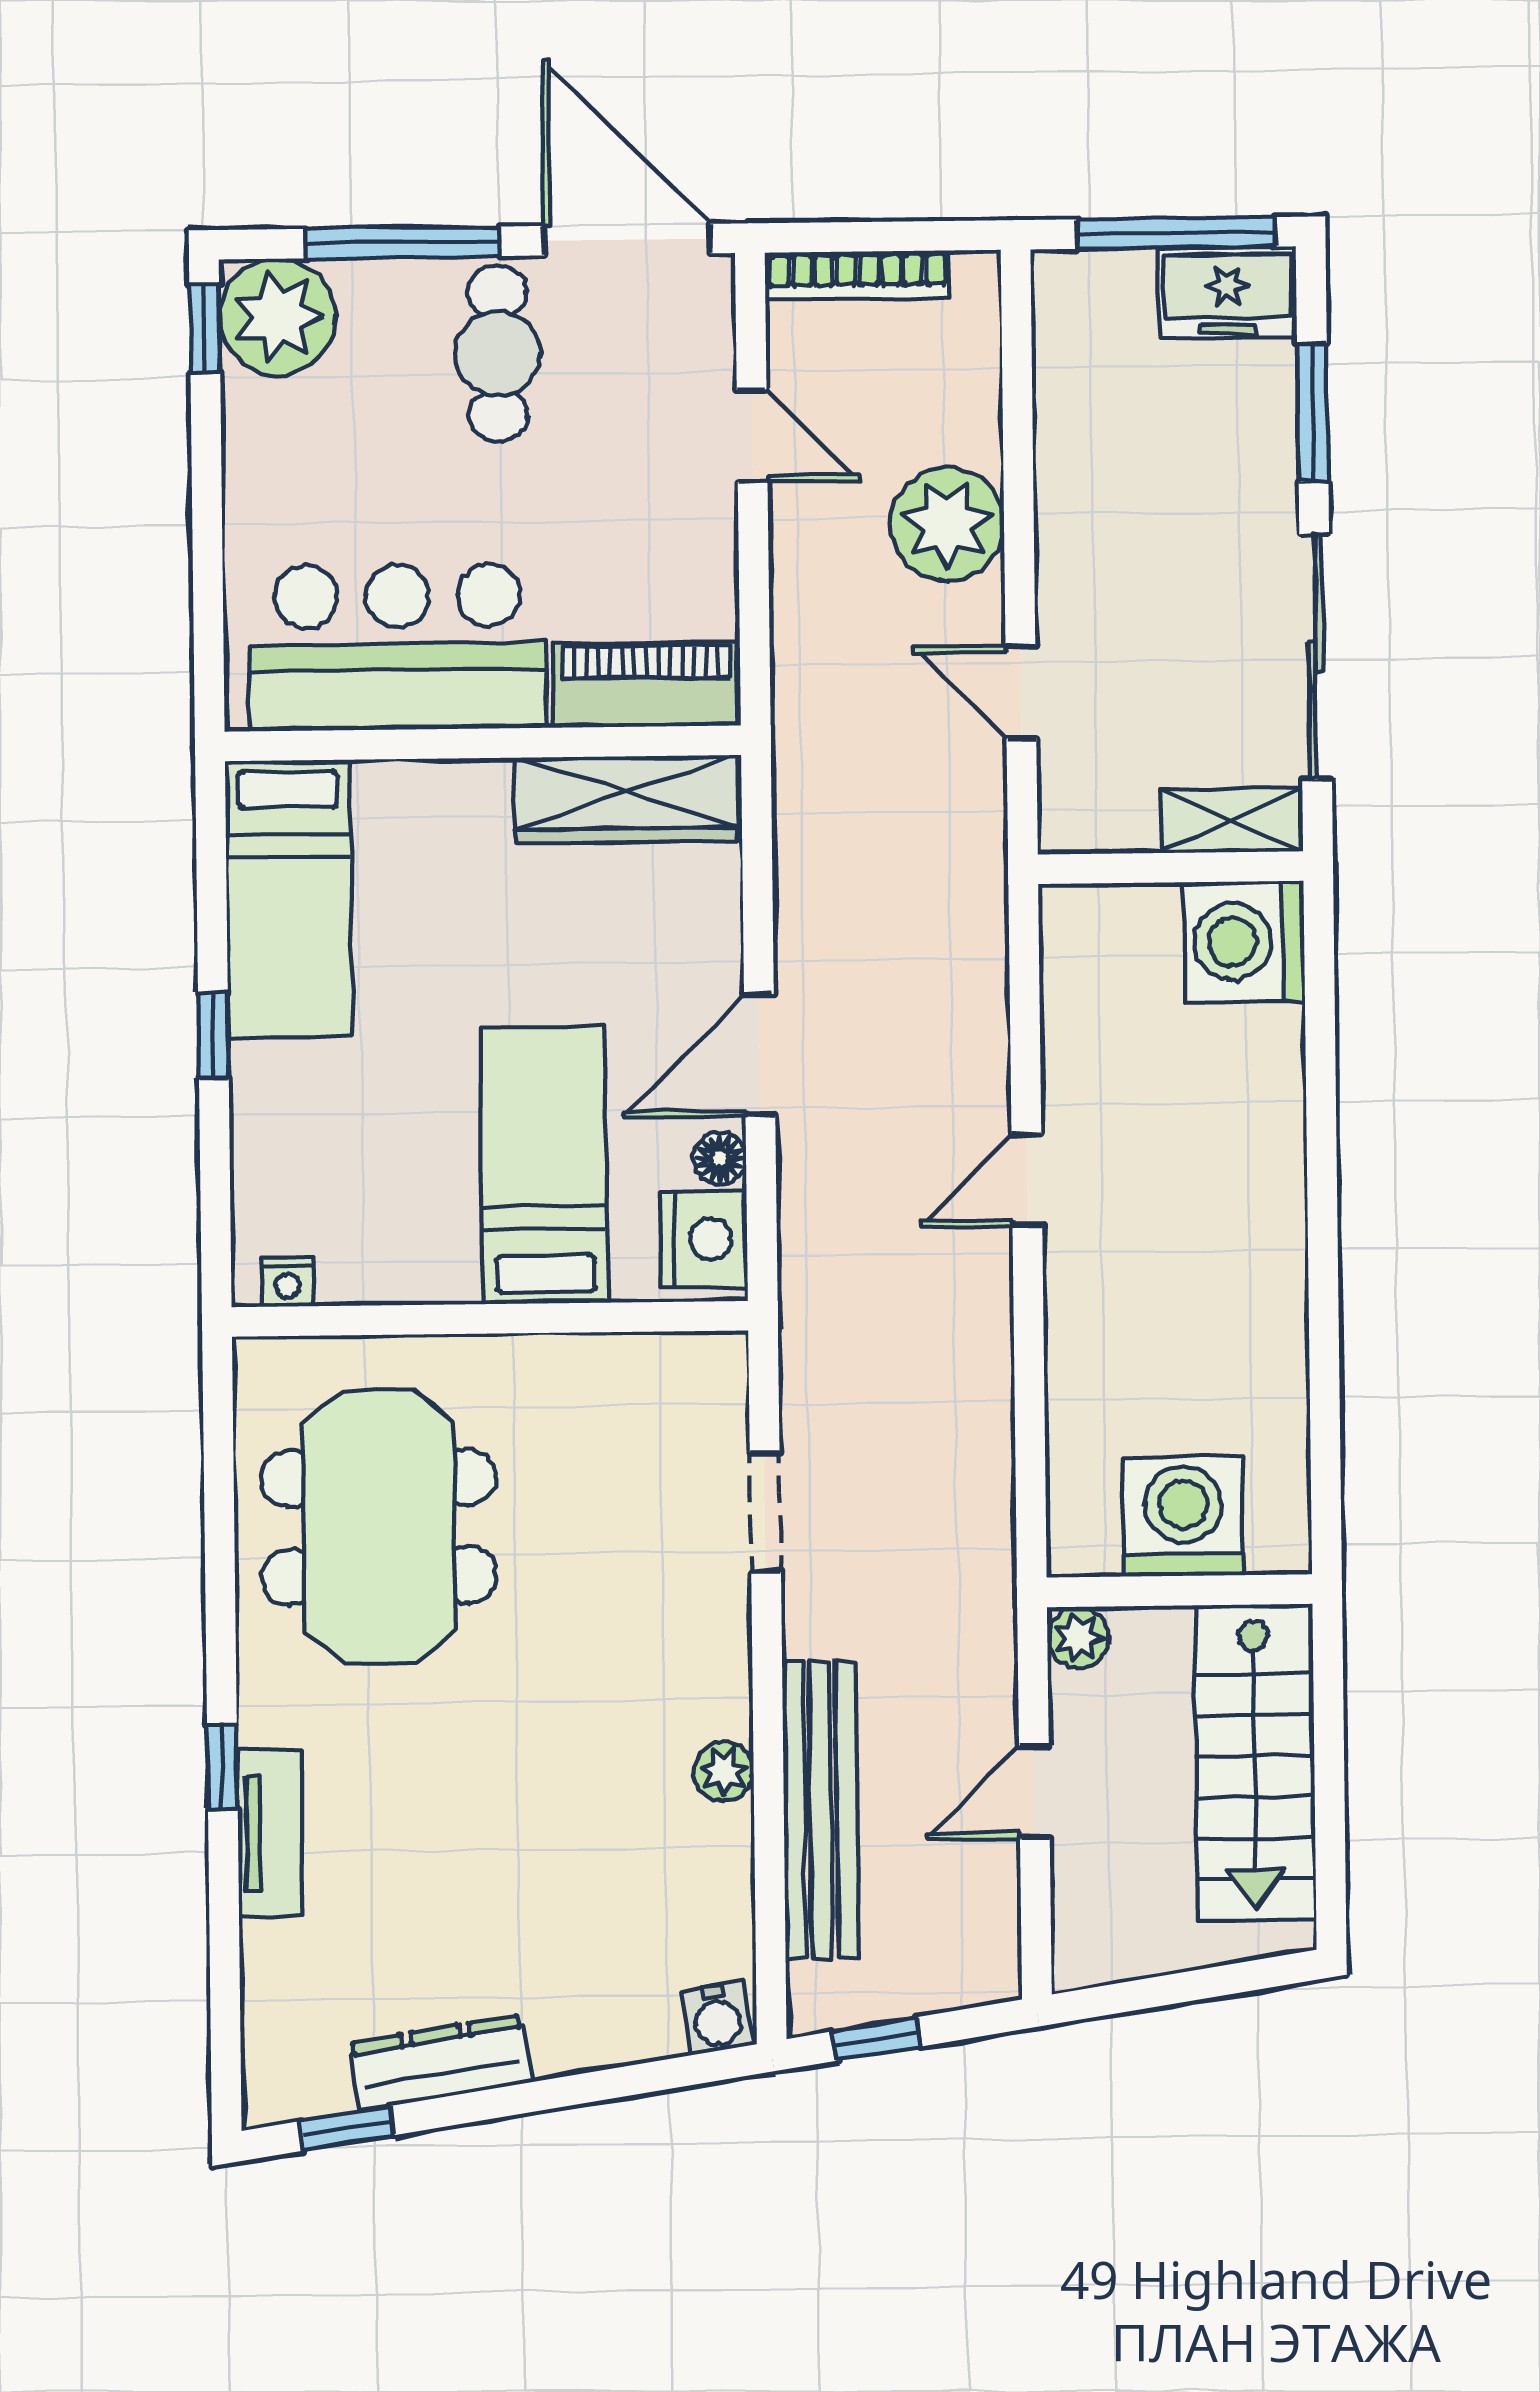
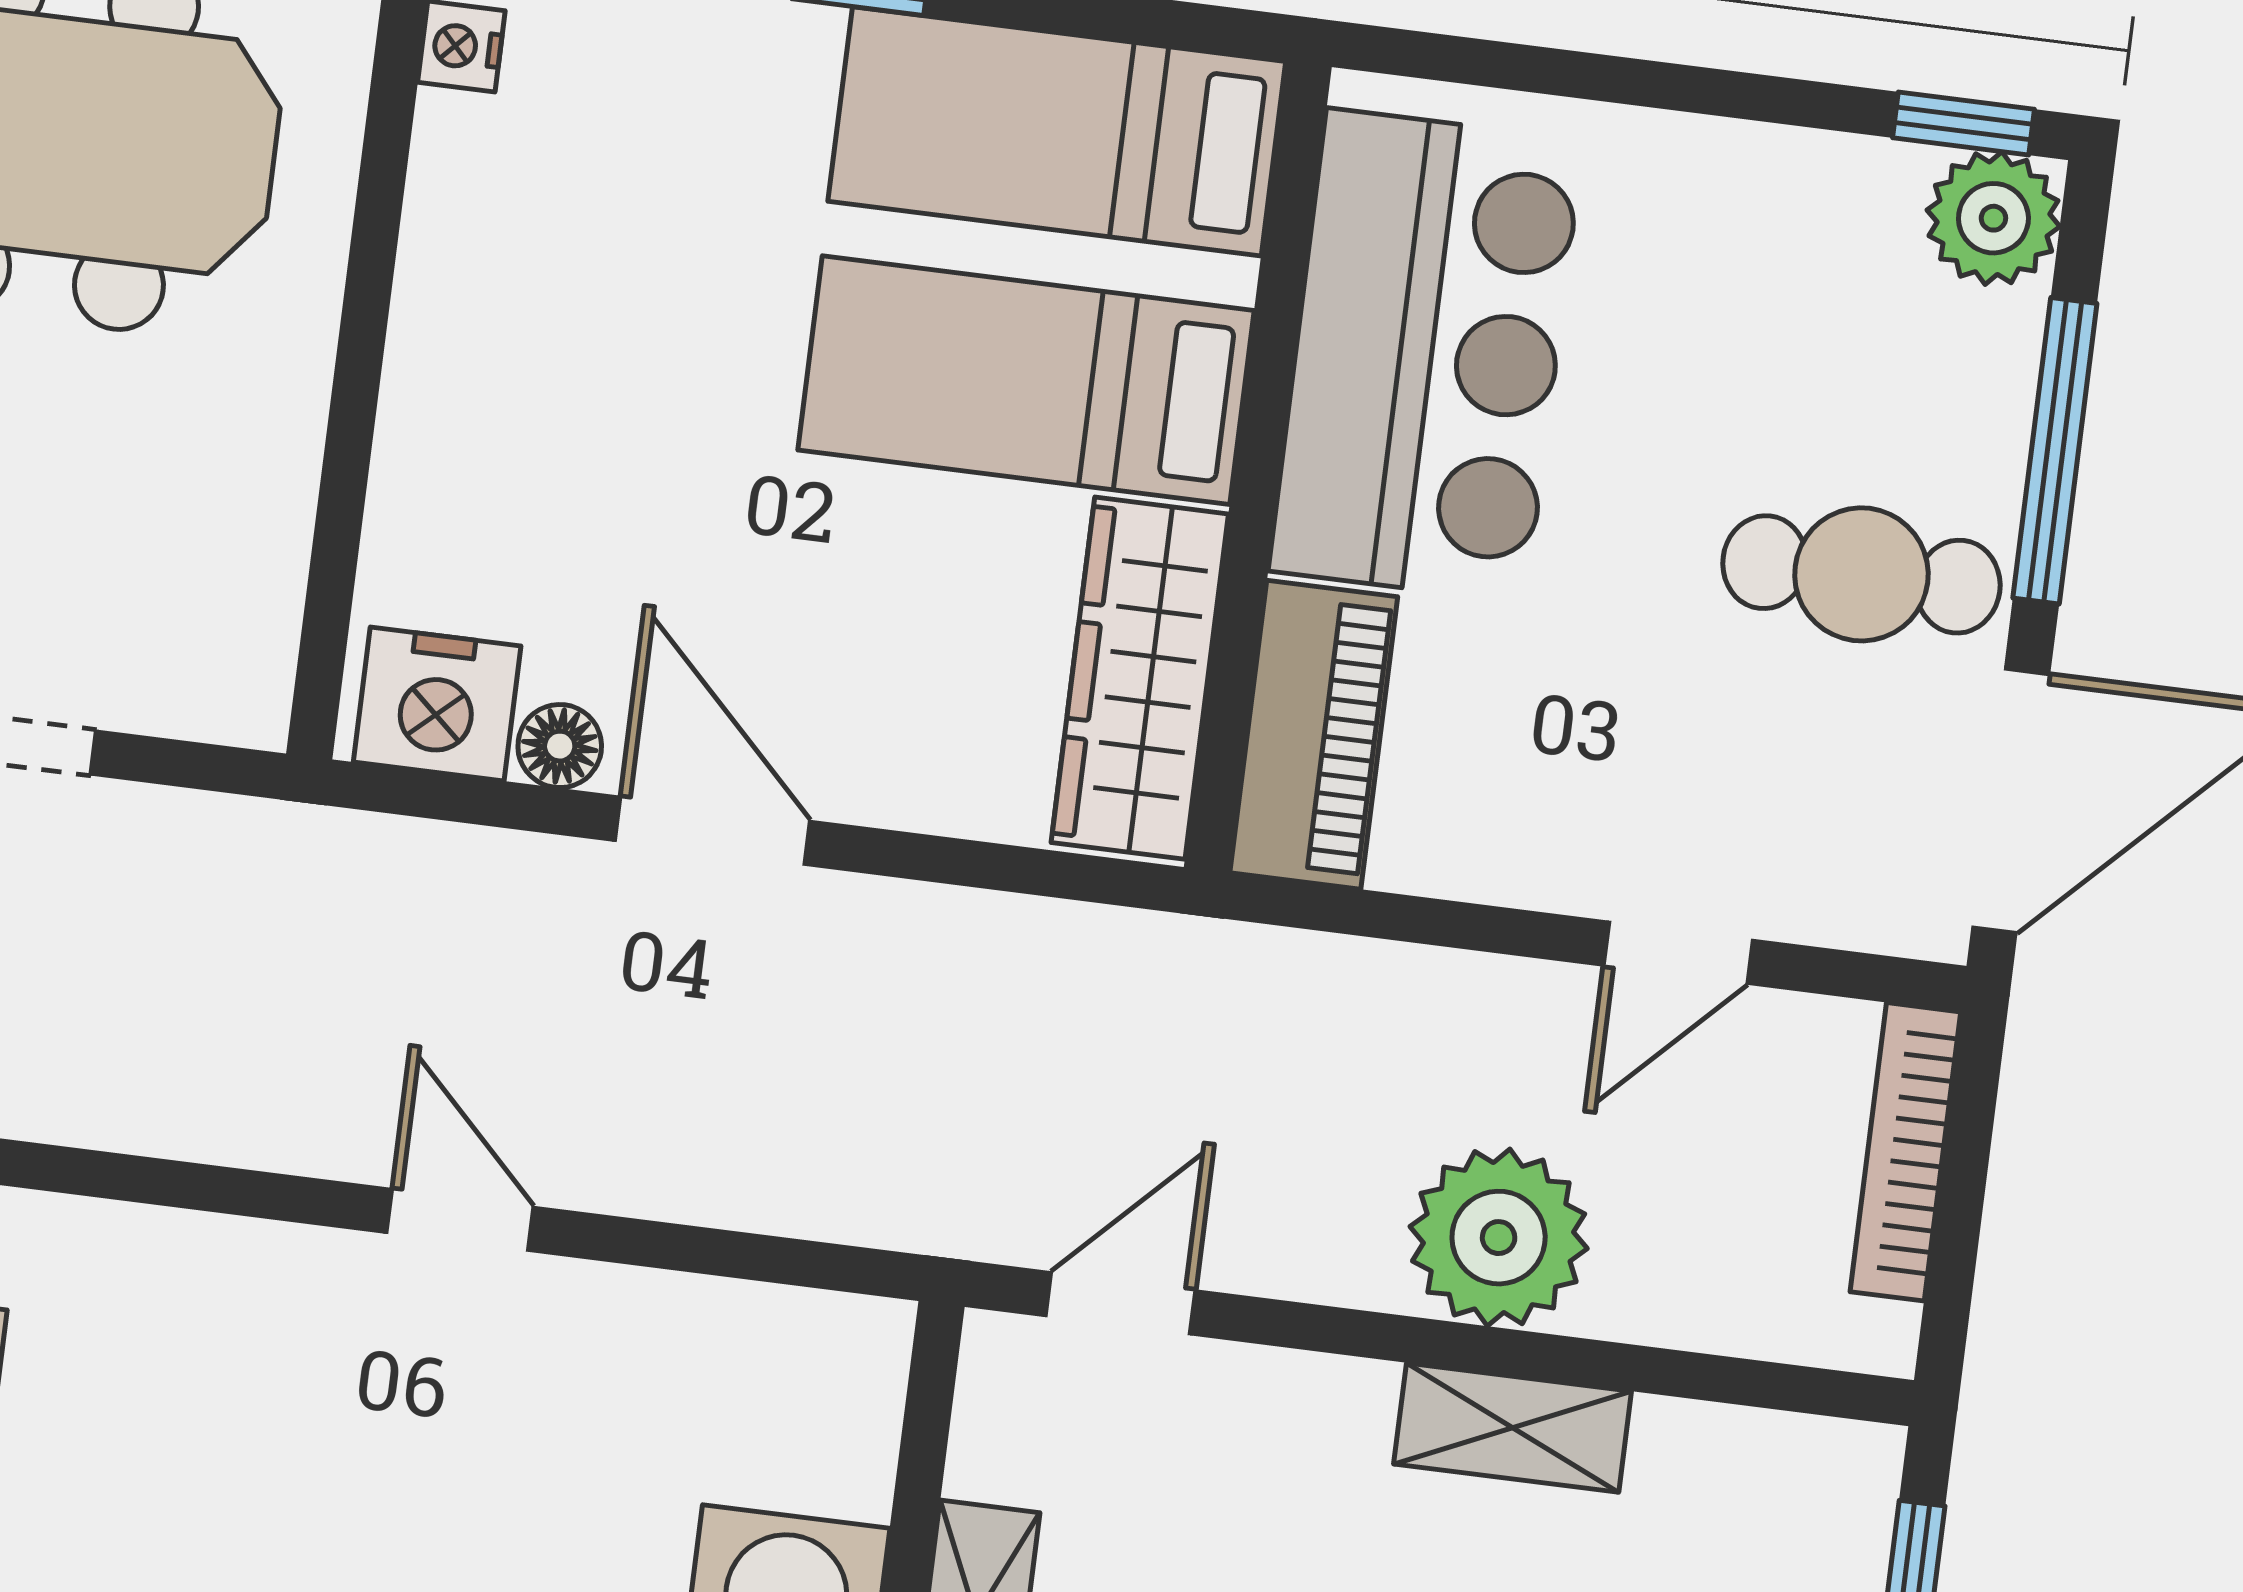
plant: (277, 317) -> (1993, 218), width x0.73, depth x0.73
shelving: (1066, 499) -> (1513, 1428), added
door: (1021, 692) -> (1121, 1303), moved
bed: (544, 1165) -> (1026, 380), moved, turned 180

